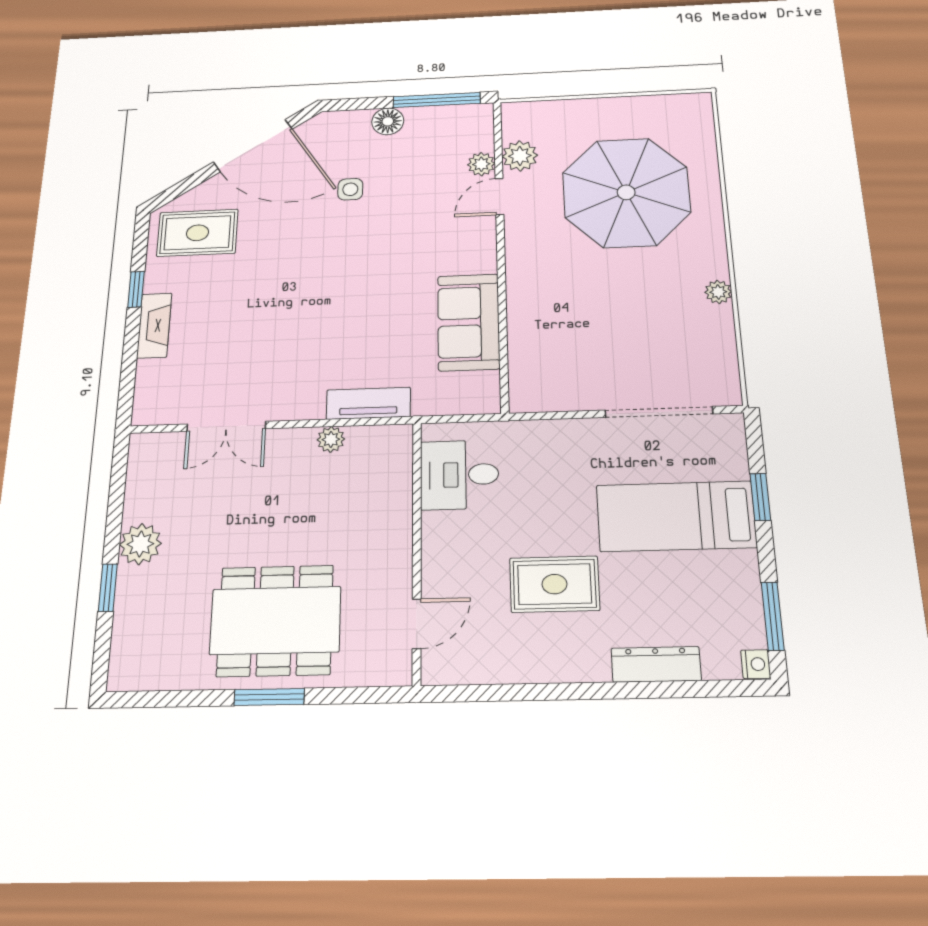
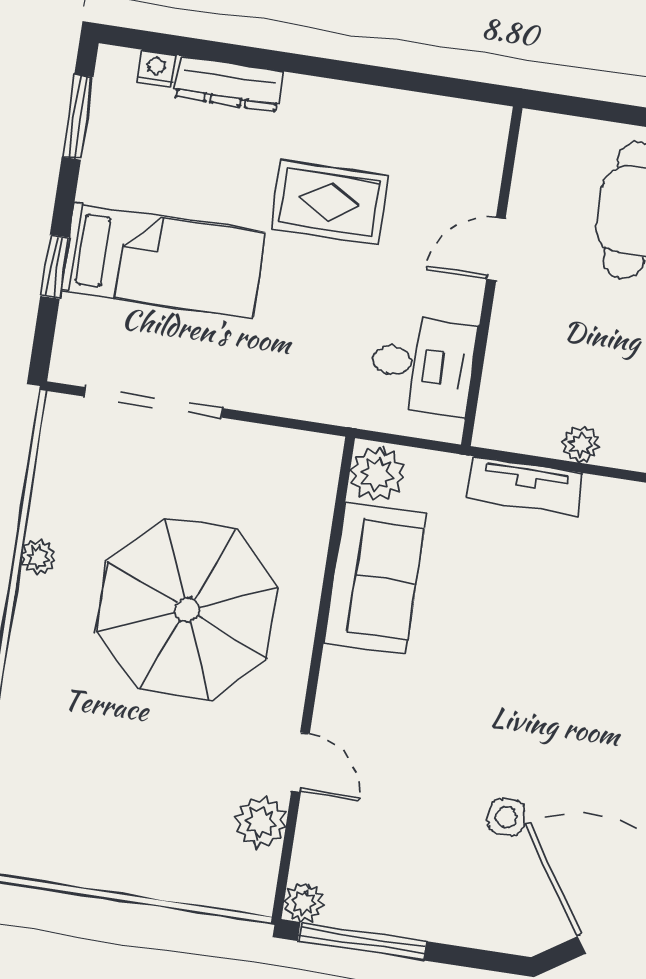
floor lamp: (388, 121) -> (438, 920), removed
plant: (481, 164) -> (304, 903), moved
parasol: (626, 192) -> (187, 610), moved
door: (499, 197) -> (300, 762), hinge flipped
plant: (480, 392) -> (377, 474), added
door: (417, 624) -> (496, 249), moved
nightstand: (756, 664) -> (156, 68), moved, turned 90

